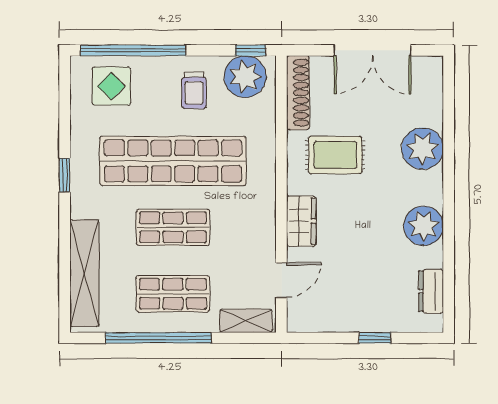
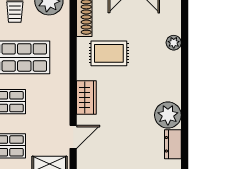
plant: (422, 149) -> (174, 43), width x0.53, depth x0.53
plant: (424, 226) -> (168, 115), moved

